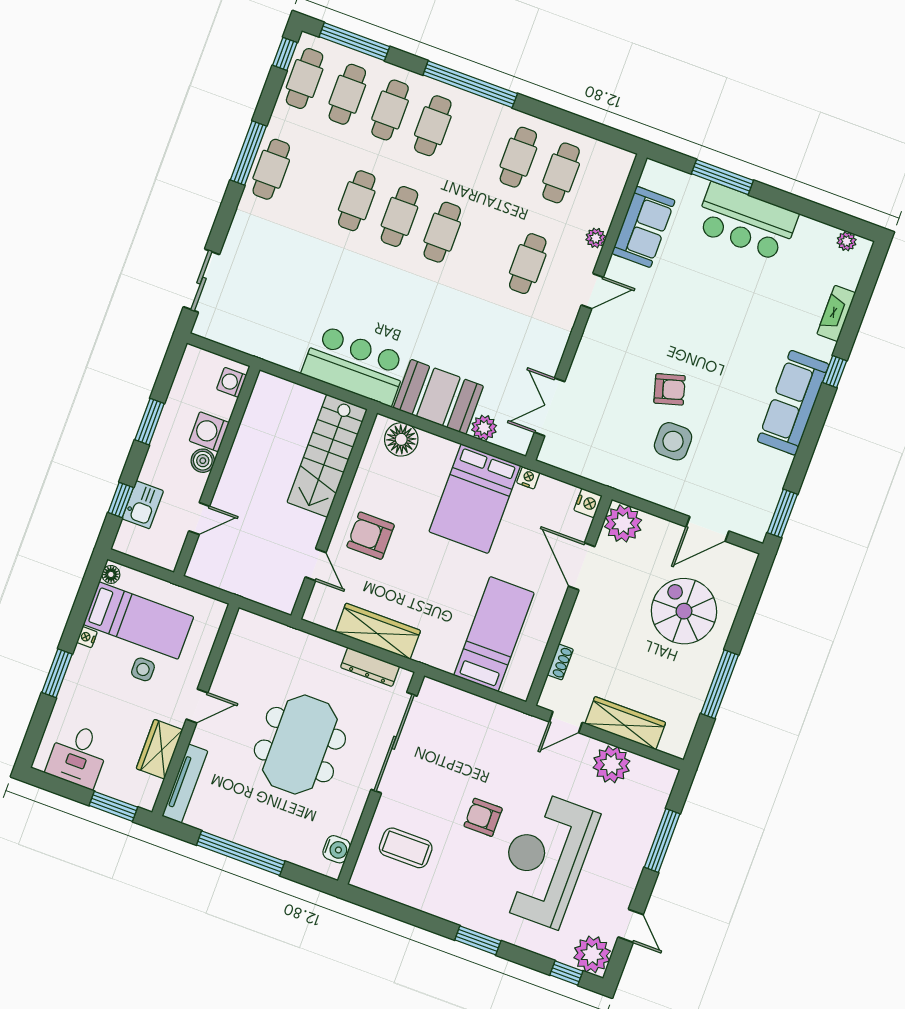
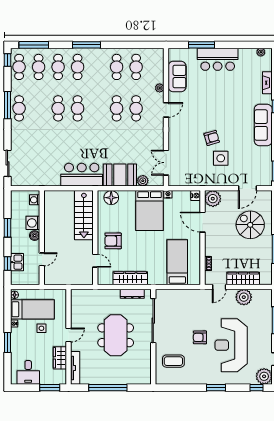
window: (470, 84) -> (86, 45), width x0.68
cafe table: (442, 232) -> (117, 108), moved
water cooler: (337, 849) -> (146, 372), removed

